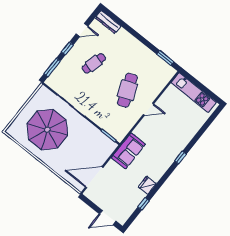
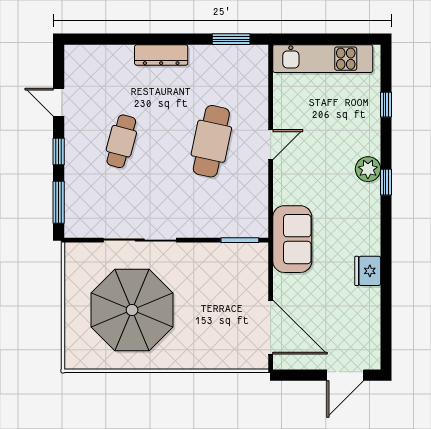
dresser: (108, 22) -> (161, 55), moved
door: (82, 30) -> (59, 102), swing flipped
cafe table: (127, 90) -> (211, 141), turned 33
plant: (178, 147) -> (368, 169), added
door: (94, 177) -> (271, 327), swing flipped
window: (144, 204) -> (386, 105), moved

